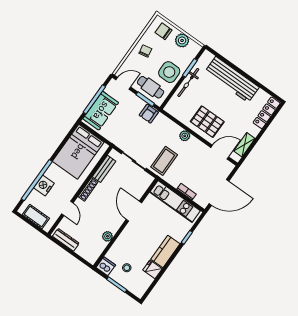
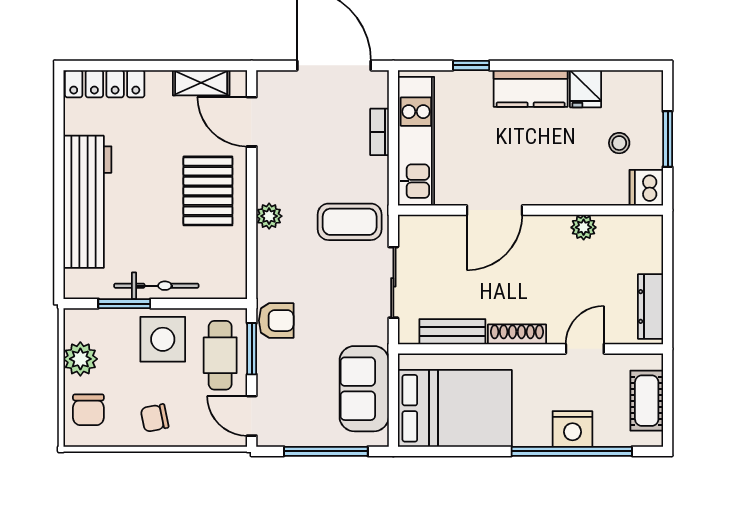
sofa: (101, 111) -> (364, 389), moved, turned -90

